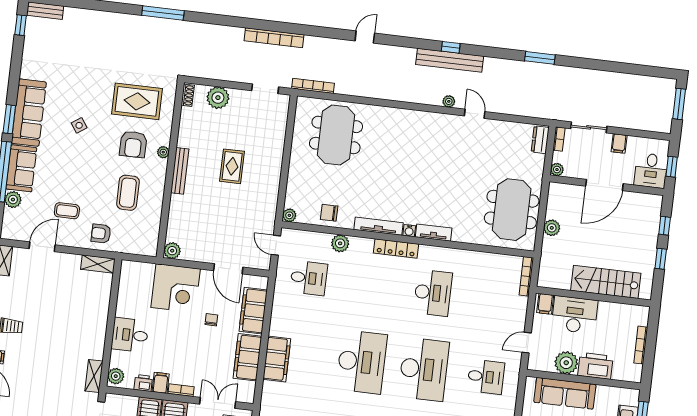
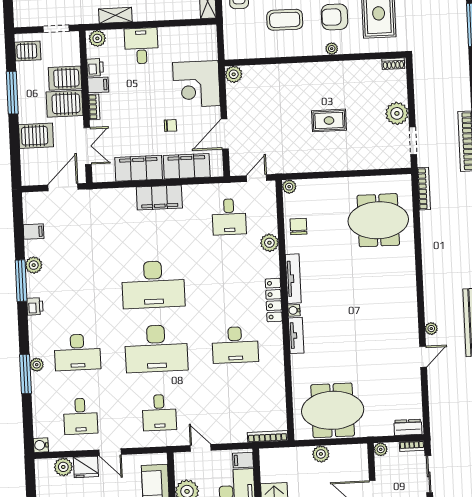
plant: (218, 98) -> (397, 113), moved
bench: (180, 171) -> (316, 68), removed
filing cabinet: (277, 359) -> (159, 198), moved
shelving: (94, 376) -> (115, 15), moved

